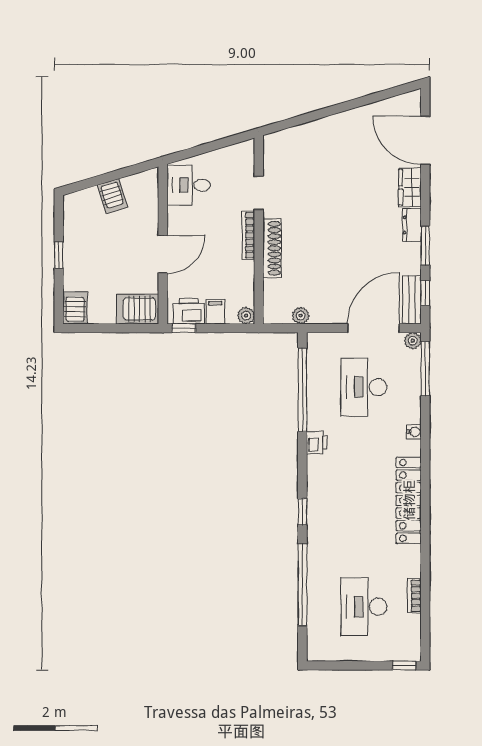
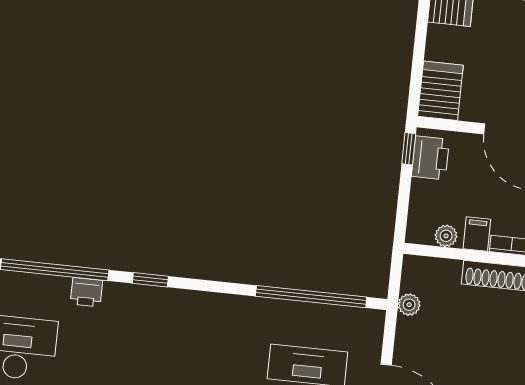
filing cabinet: (215, 312) -> (477, 234), moved, turned -90
plant: (246, 316) -> (446, 236), moved
printer: (317, 443) -> (86, 292), moved

